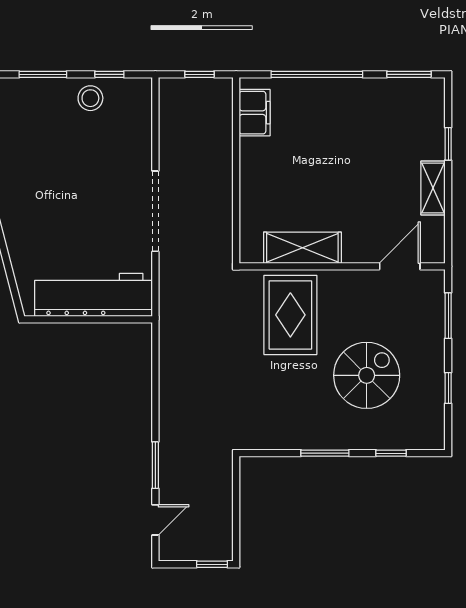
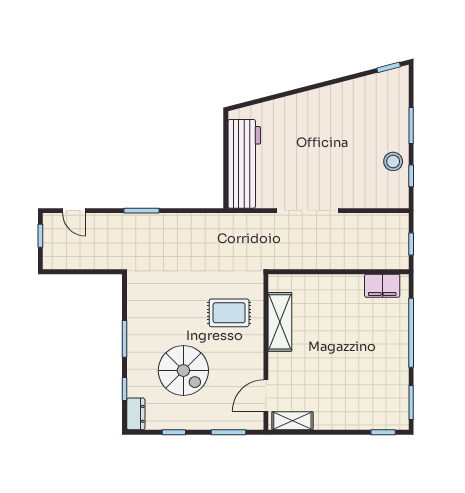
window: (448, 144) -> (383, 432), moved
shelving: (433, 188) -> (292, 421), moved
door: (400, 266) -> (266, 396), swing flipped
rug: (290, 315) -> (229, 313), width x0.73, depth x0.70
dresser: (424, 438) -> (136, 414), added
window: (155, 465) -> (142, 211), moved
window: (212, 564) -> (40, 236), moved

